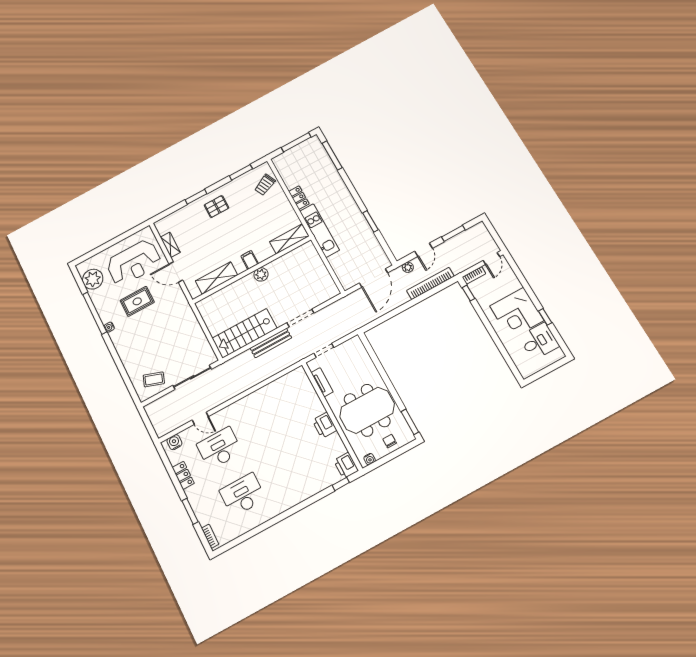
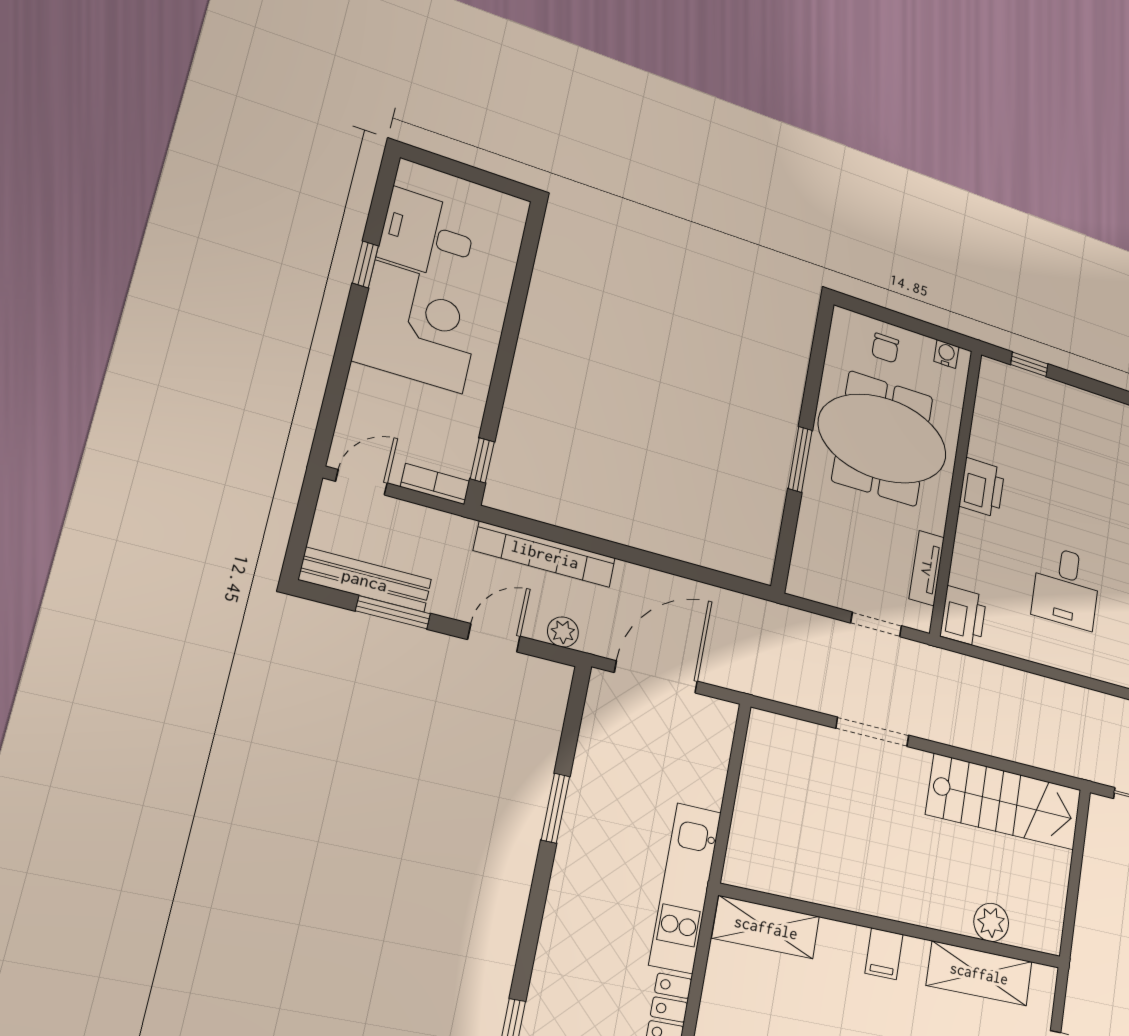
plant: (261, 274) -> (991, 922), moved
bench: (271, 343) -> (365, 580), moved
desk: (273, 419) -> (1066, 588), added
window: (410, 422) -> (800, 459), moved
printer: (346, 465) -> (963, 616), moved

